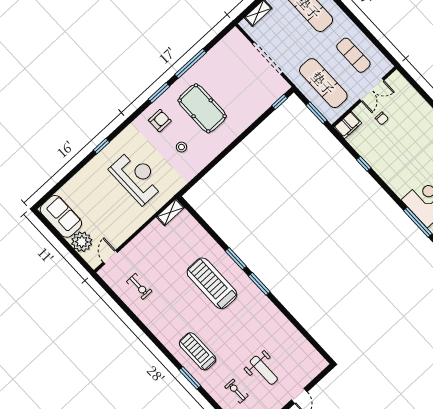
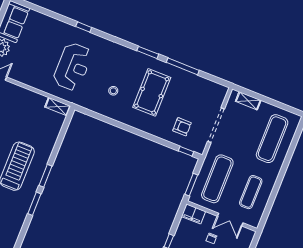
armchair: (160, 121) -> (182, 127), moved

